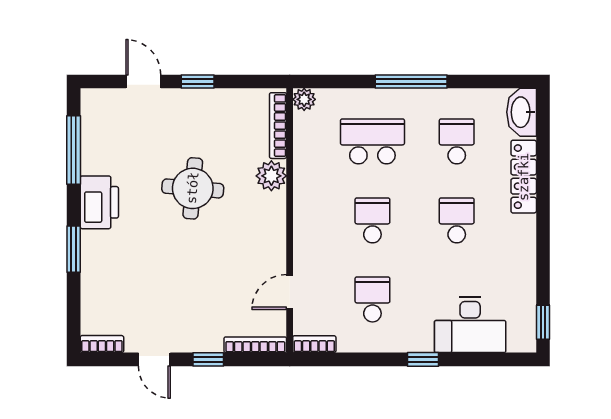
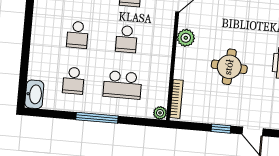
plant: (271, 176) -> (186, 38), moved
locker: (524, 177) -> (36, 57), removed

